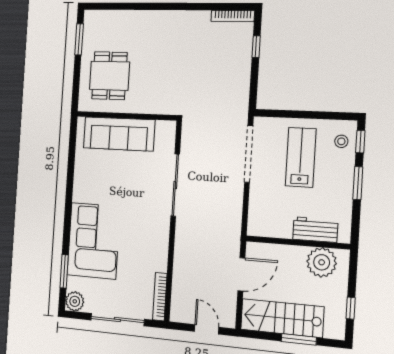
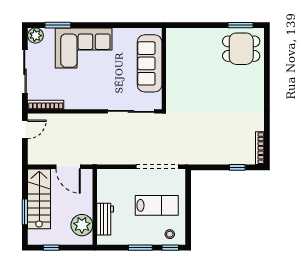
dining table: (109, 76) -> (241, 49), moved
wall: (126, 116) -> (164, 69), moved
sofa: (119, 134) -> (150, 63), moved
door: (207, 329) -> (25, 129), moved

